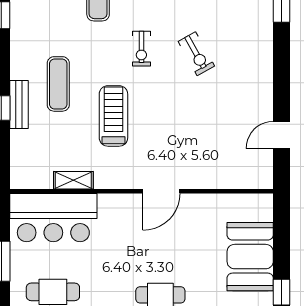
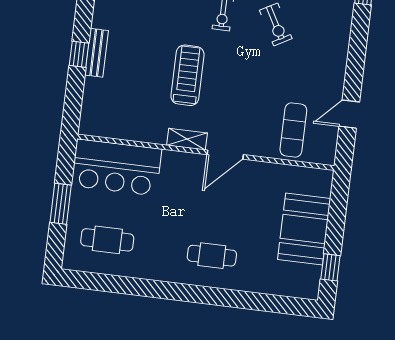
exercise mat: (58, 84) -> (293, 130), moved
shelving: (73, 180) -> (187, 139), moved

